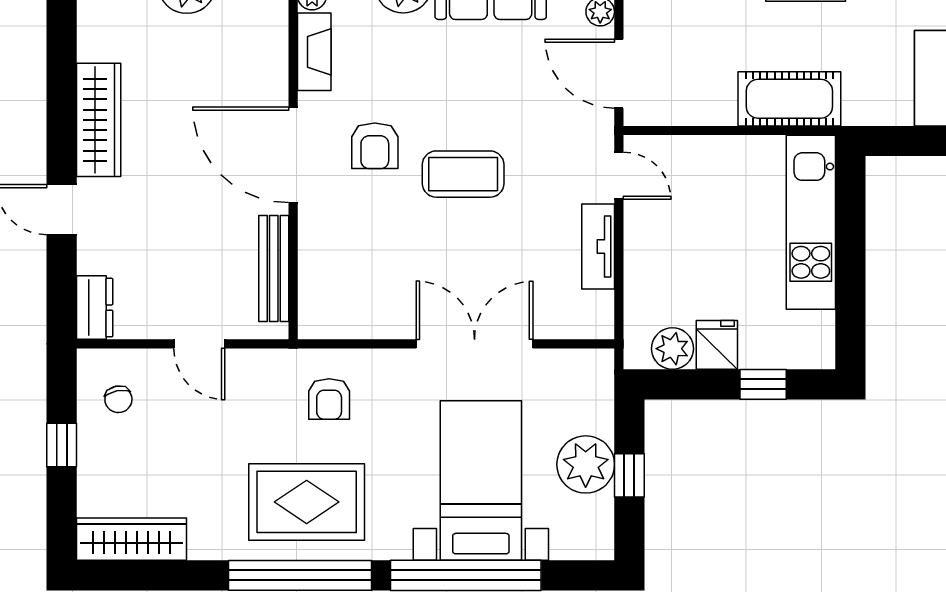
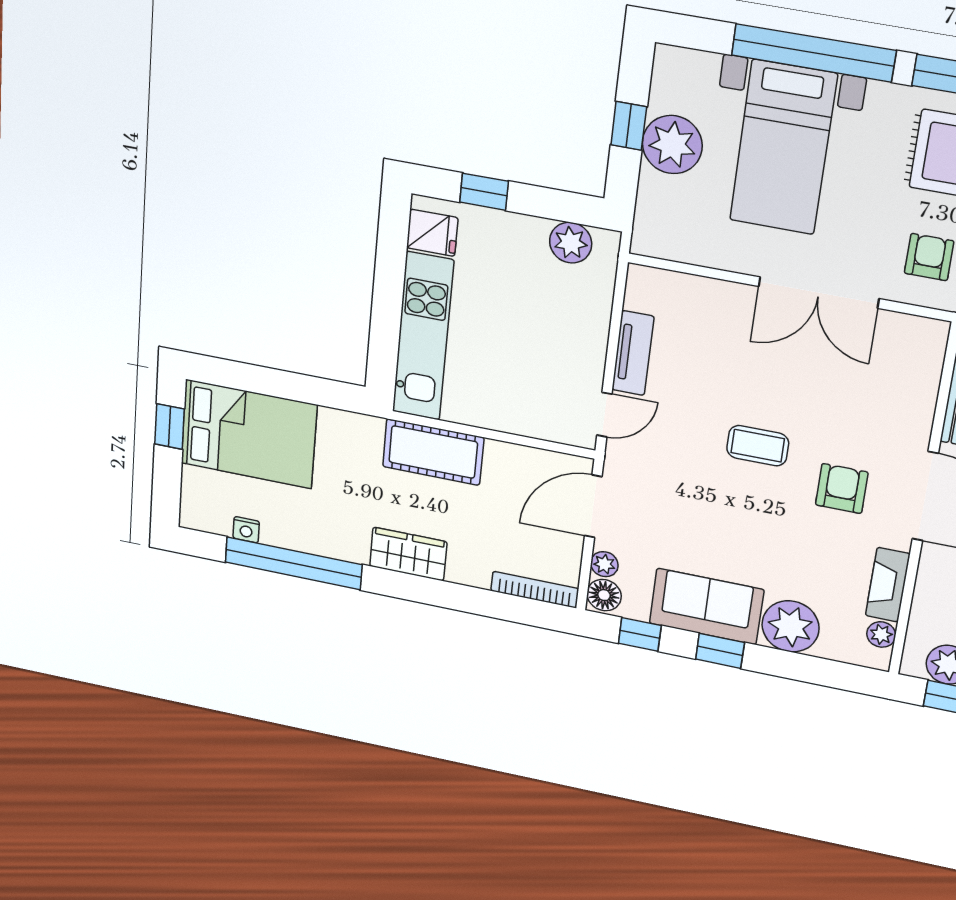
door: (619, 74) -> (593, 506), swing flipped
coffee table: (463, 174) -> (758, 446), width x0.73, depth x0.77
door: (619, 176) -> (604, 415), swing flipped
double door: (475, 344) -> (819, 293), moved
fridge: (717, 345) -> (432, 233), moved, turned -90

